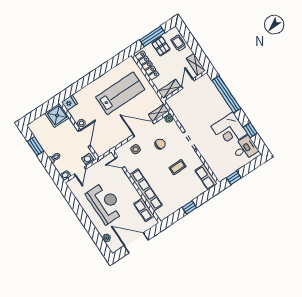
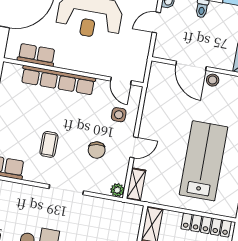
lab bench: (120, 93) -> (204, 161), turned 180
door: (143, 129) -> (134, 147), width x0.53
washing machine: (88, 159) -> (162, 46), removed
door: (120, 162) -> (121, 81), swing flipped
door: (80, 171) -> (156, 22), hinge flipped

